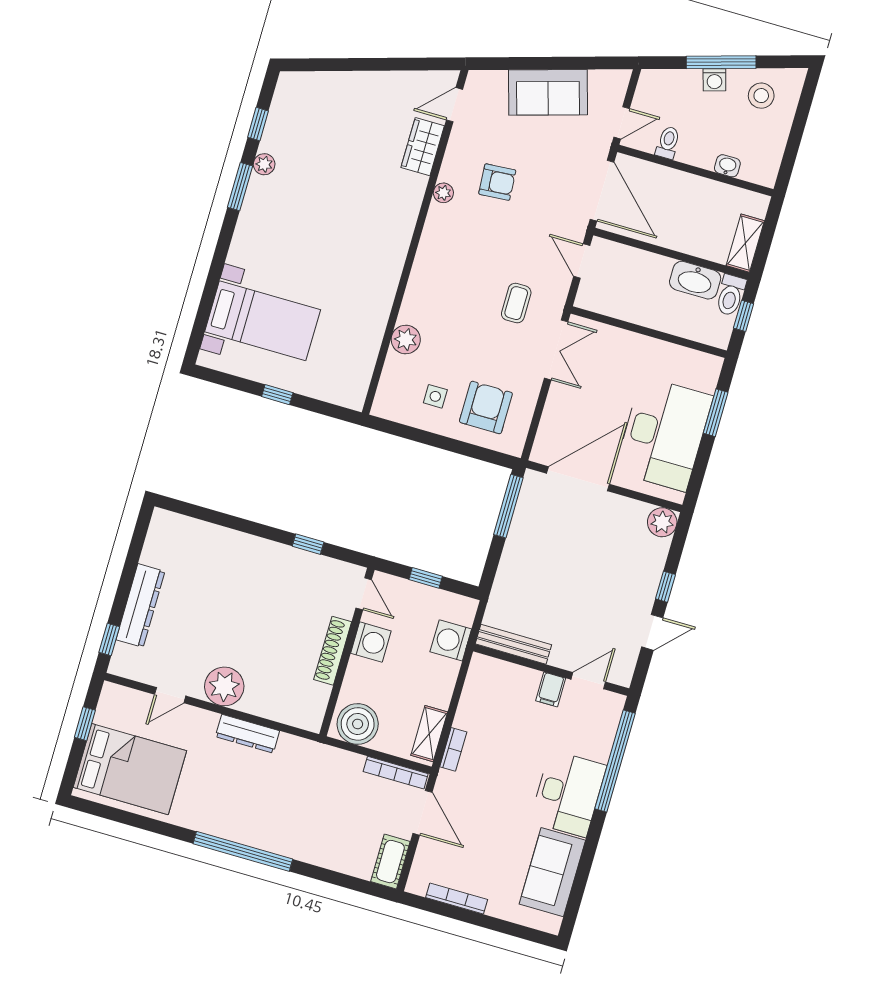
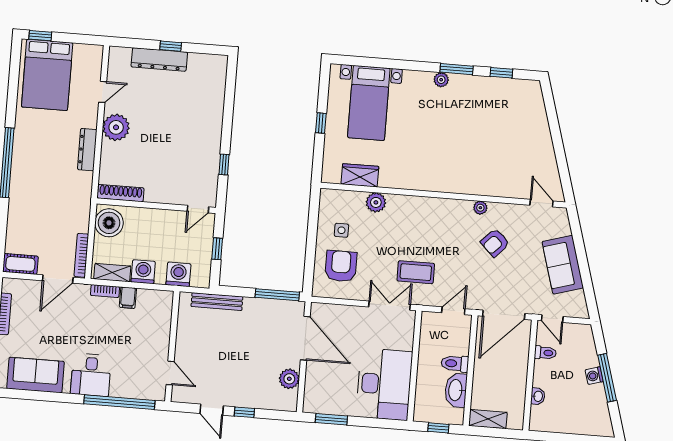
stool: (761, 96) -> (590, 409), removed
wardrobe: (423, 147) -> (360, 175), moved
plant: (264, 164) -> (441, 80), moved
armchair: (497, 182) -> (495, 243), turned 48
toilet: (731, 295) -> (455, 364), moved
coffee table: (516, 303) -> (416, 272), width x1.36, depth x1.30
double door: (556, 350) -> (389, 306), swing flipped
armchair: (486, 407) -> (341, 266), turned -90
window: (716, 413) -> (331, 419), moved
desk: (664, 434) -> (384, 384), moved, turned -90
plant: (662, 522) -> (289, 379), moved
window: (109, 640) -> (171, 46), moved
washing machine: (371, 642) -> (143, 272), moved, turned 180
bench: (513, 644) -> (217, 302), moved, turned 90
shoe rack: (333, 651) -> (121, 193), moved
filing cabinet: (551, 689) -> (128, 298), moved, turned -90
door: (170, 695) -> (103, 92), swing flipped
window: (85, 724) -> (40, 36), moved
desk: (568, 794) -> (91, 375), width x0.73

